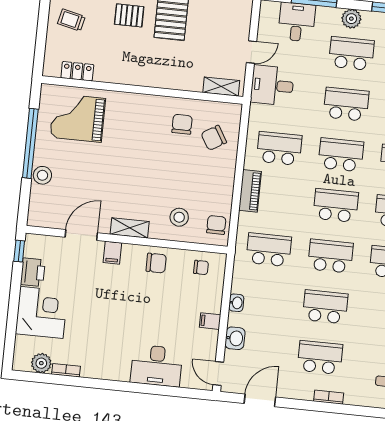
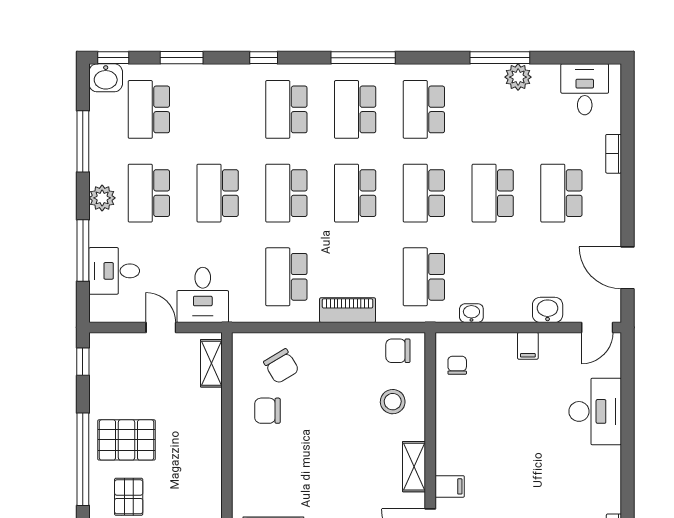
chair: (156, 263) -> (457, 426), removed
washbasin: (236, 303) -> (471, 313), moved
bookcase: (329, 397) -> (614, 154), moved

